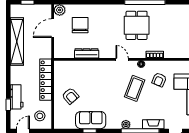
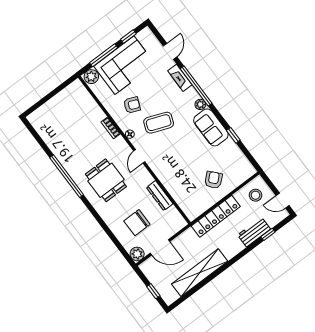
dining table: (137, 25) -> (106, 180), moved, turned 90
sofa: (91, 120) -> (211, 127), moved

